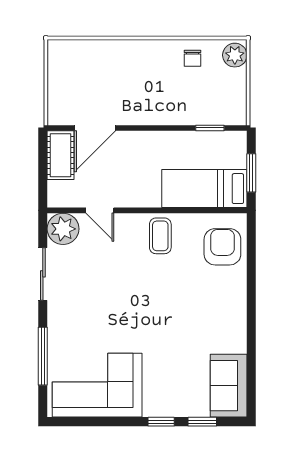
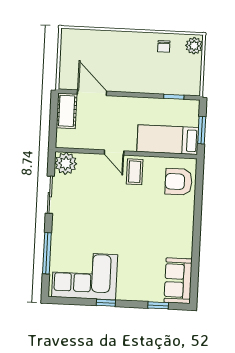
door: (95, 128) -> (92, 93), swing flipped
door: (100, 210) -> (114, 153), moved
armchair: (222, 247) -> (179, 182), turned -90
window: (161, 422) -> (106, 303), moved

